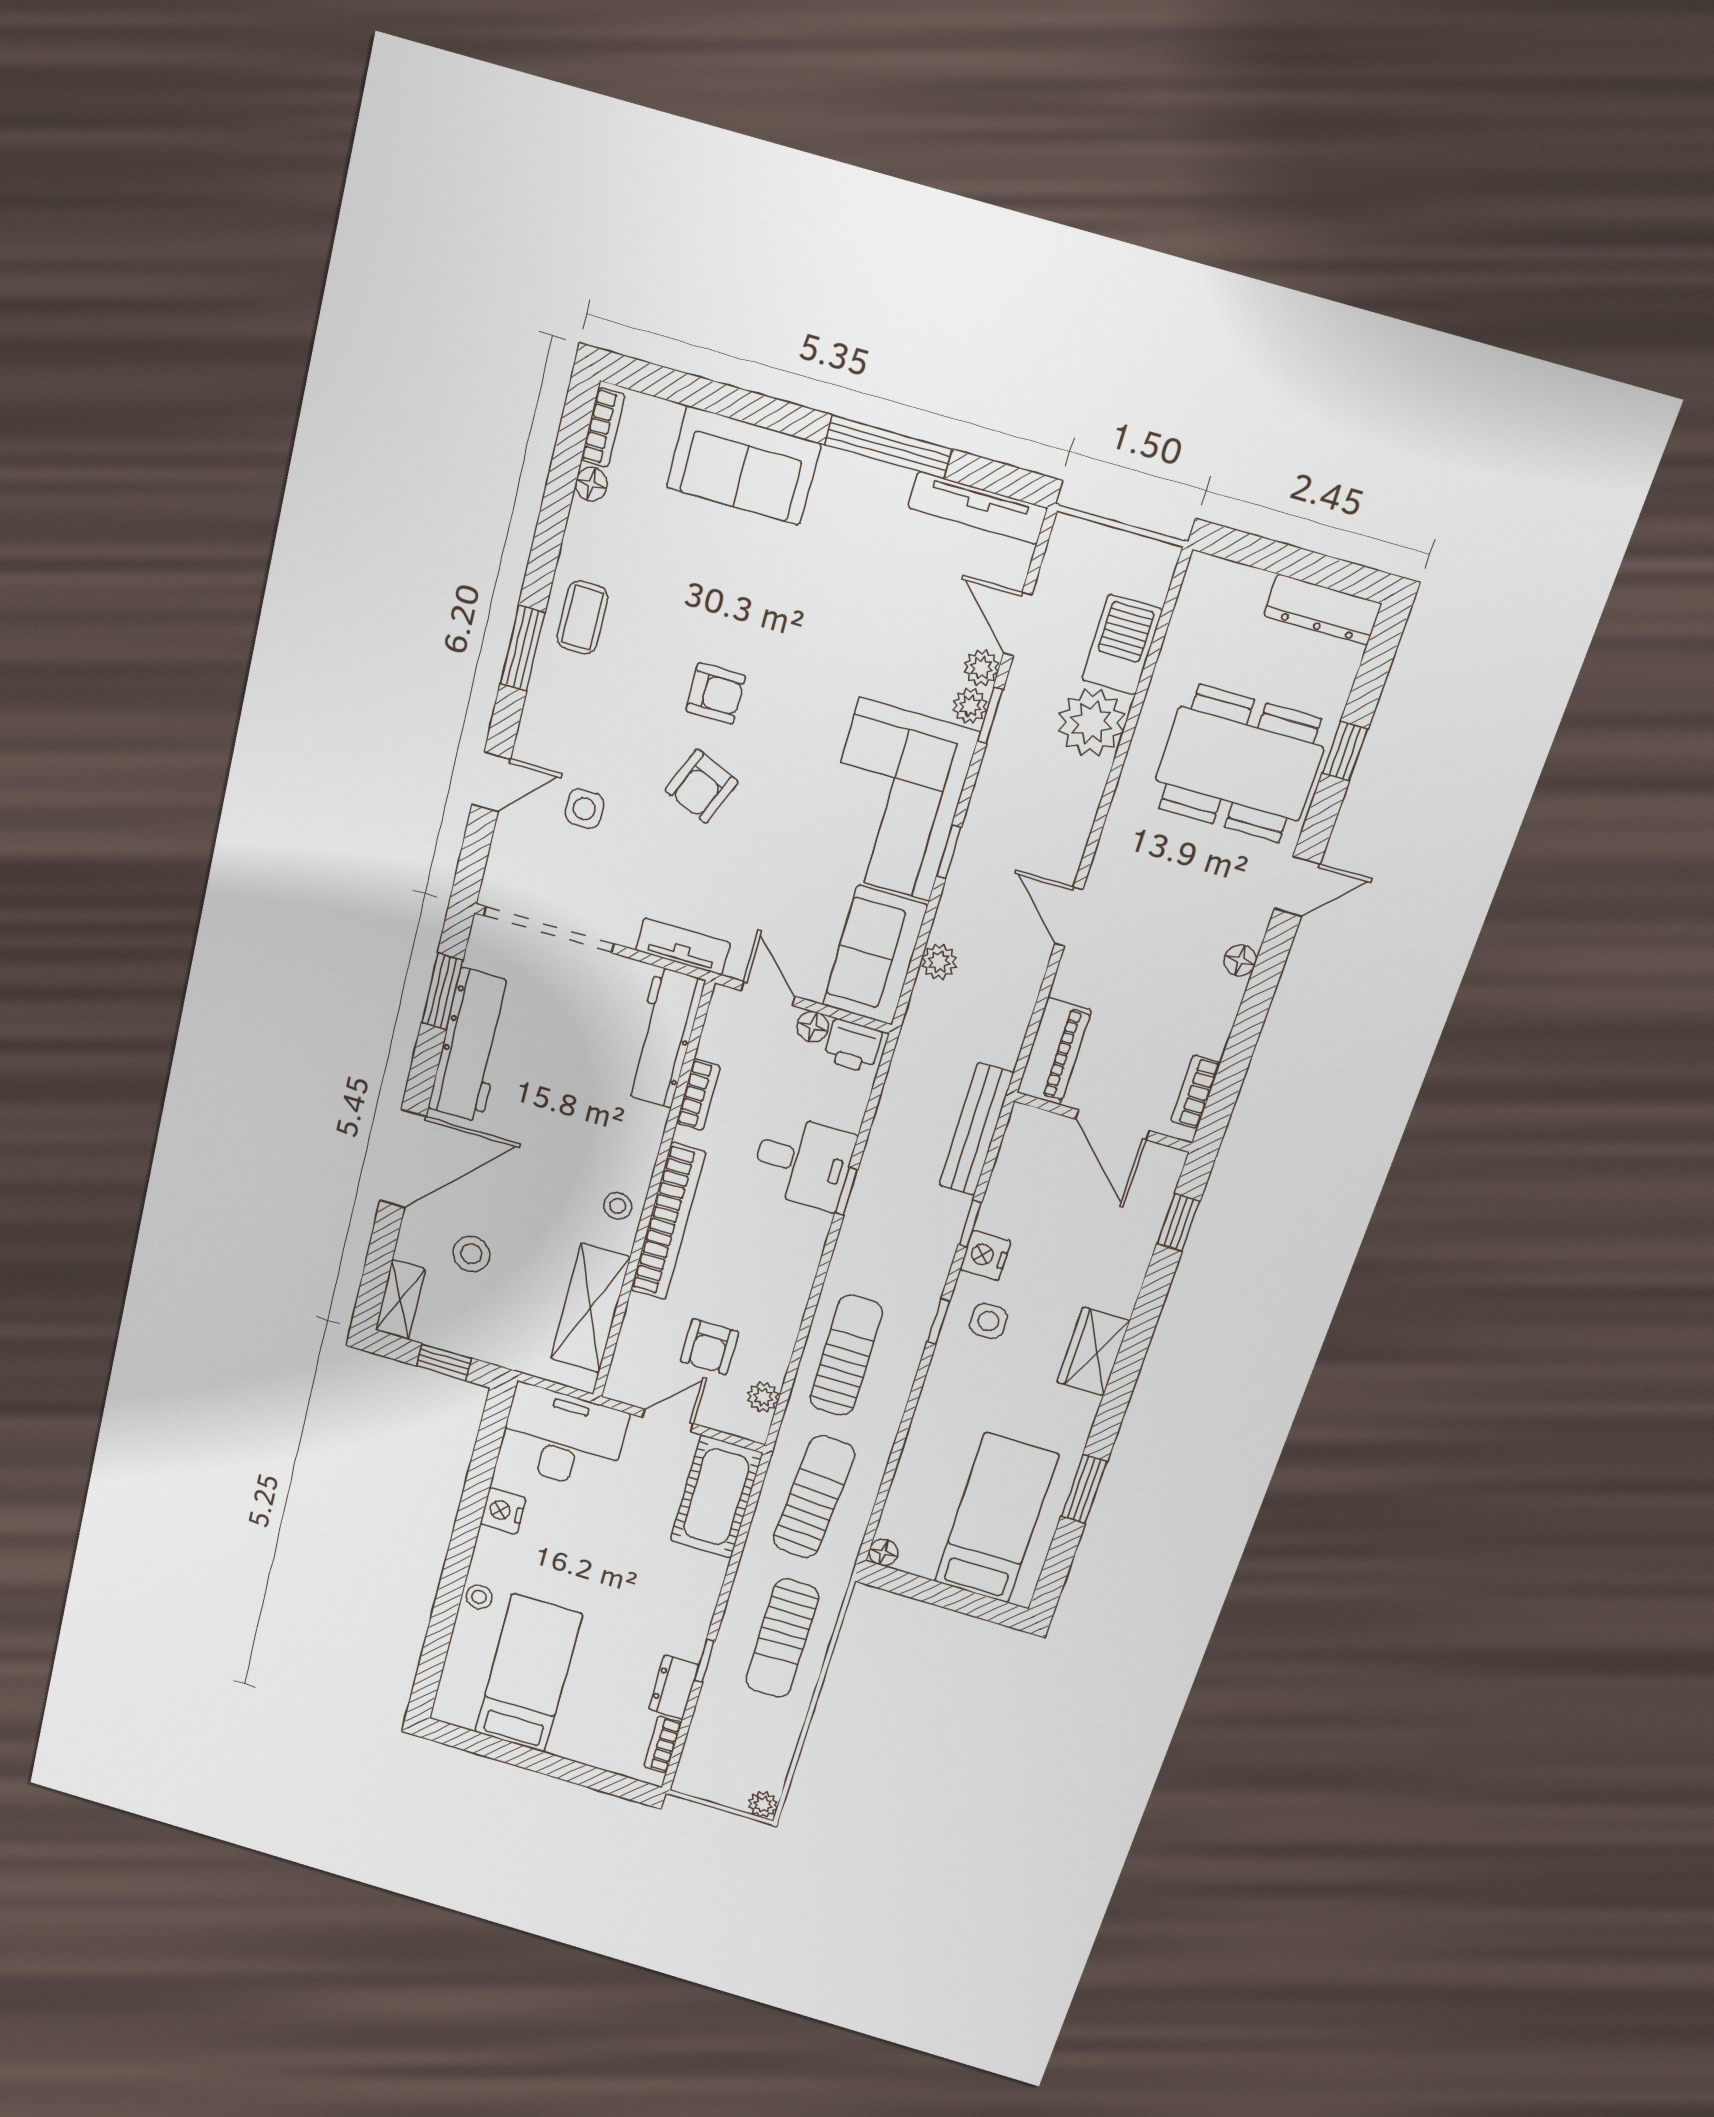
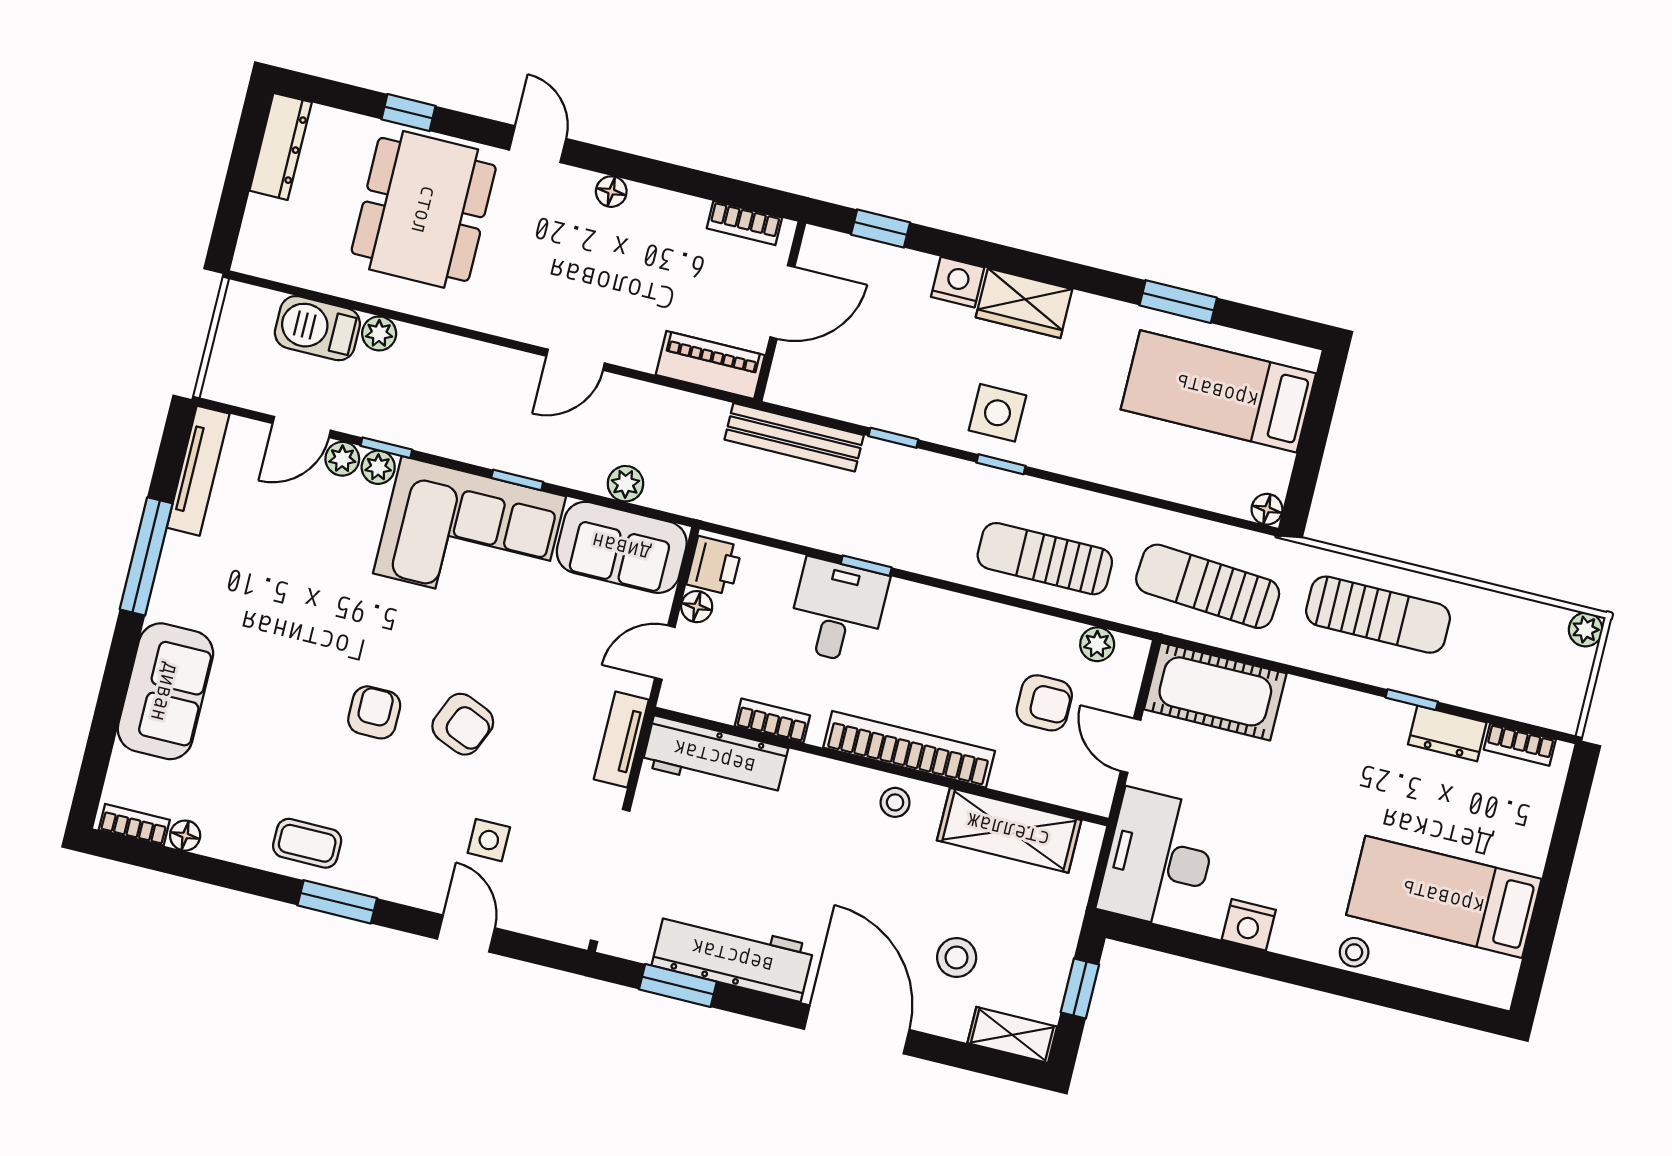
plant: (1091, 723) -> (379, 333), width x0.53, depth x0.53
nightstand: (985, 1255) -> (958, 282), moved, turned 180
side table: (988, 1321) -> (997, 413), width x1.37, depth x1.37

